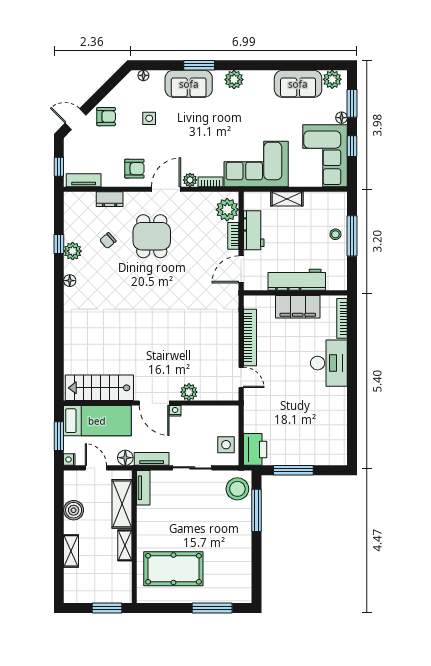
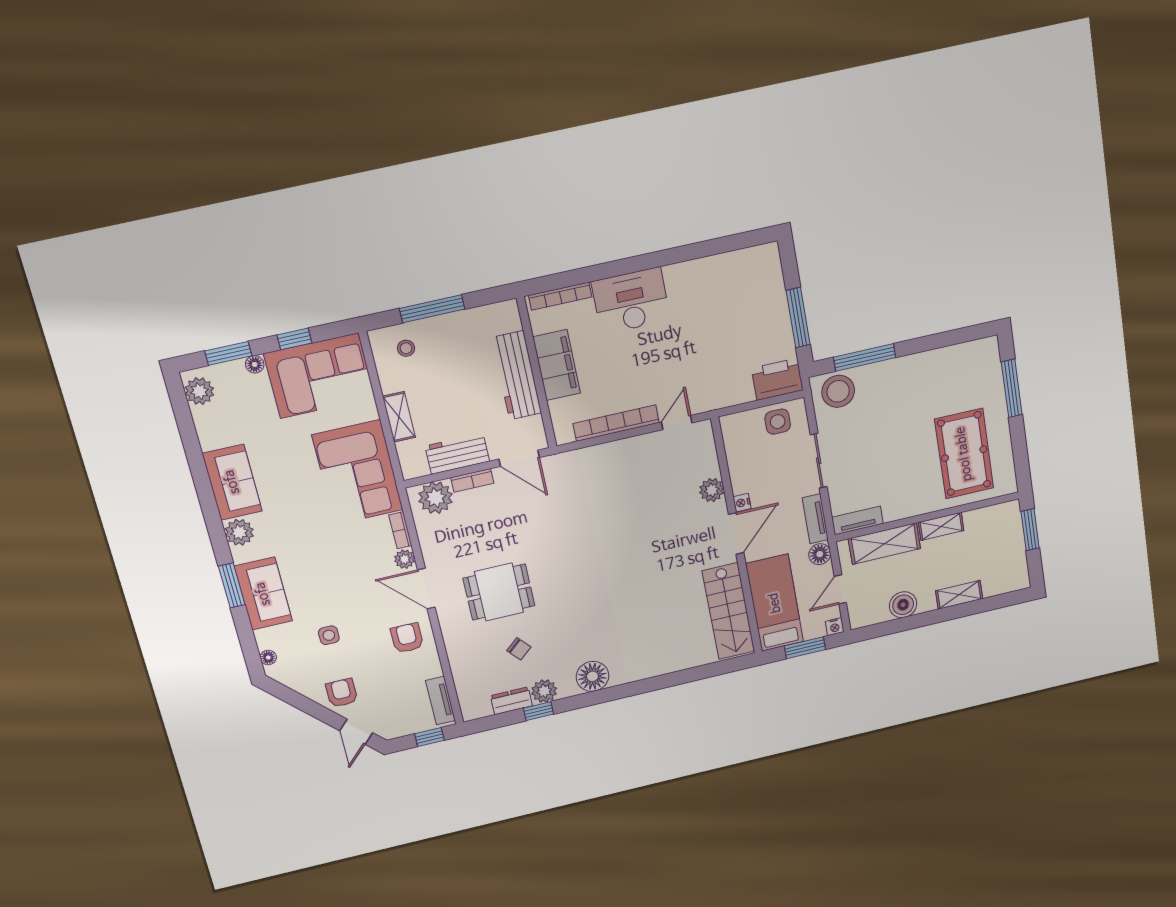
sofa: (298, 84) -> (232, 482), moved
dresser: (110, 199) -> (511, 701), moved, turned -90
stool: (335, 234) -> (406, 348), moved
floor lamp: (70, 281) -> (592, 676), width x1.89, depth x1.89

